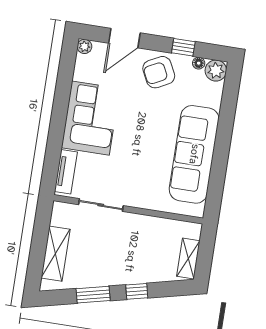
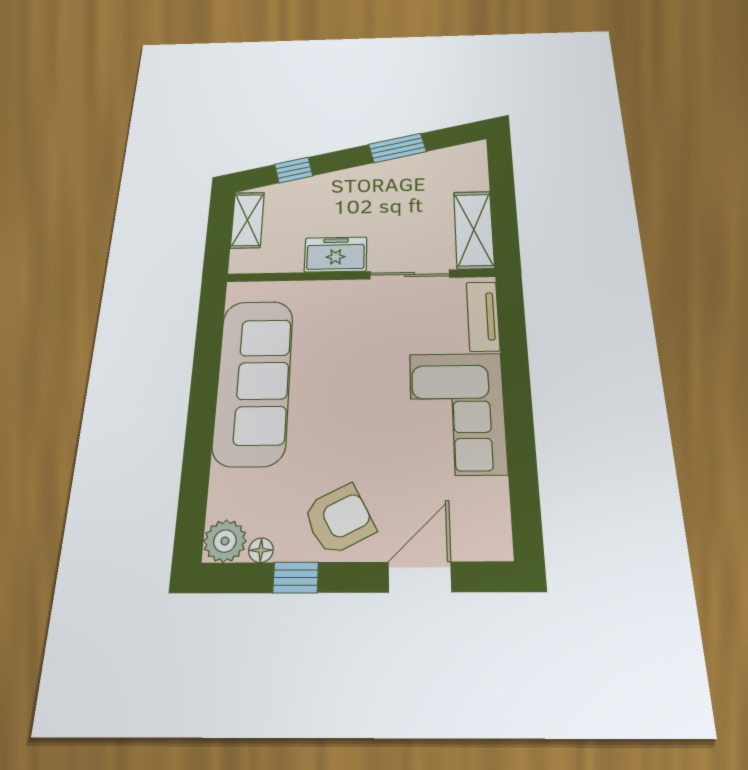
plant: (84, 46) -> (498, 546), removed
freezer: (140, 226) -> (336, 254), added
shelving: (55, 254) -> (474, 230), moved
window: (137, 291) -> (294, 170), moved

